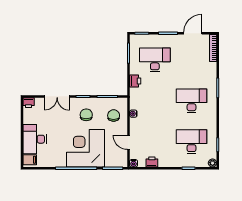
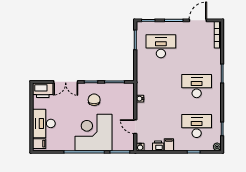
printer: (135, 81) -> (142, 67), removed
printer: (29, 103) -> (43, 90), width x1.87, depth x1.48
chair: (114, 116) -> (121, 100), removed
filing cabinet: (163, 161) -> (169, 145), added

